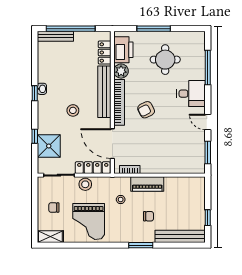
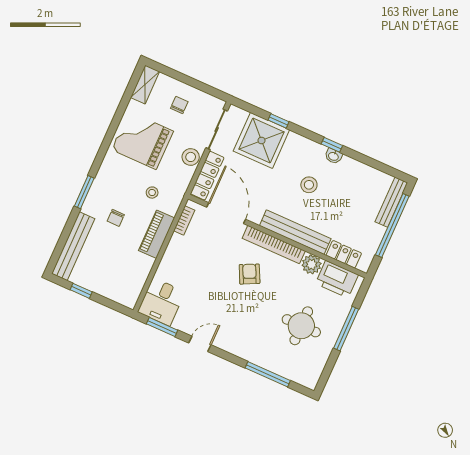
desk: (191, 94) -> (161, 302), moved
stool: (73, 110) -> (309, 185), moved
door: (112, 144) -> (226, 213), hinge flipped
shower: (49, 146) -> (261, 140), width x1.37, depth x1.37

